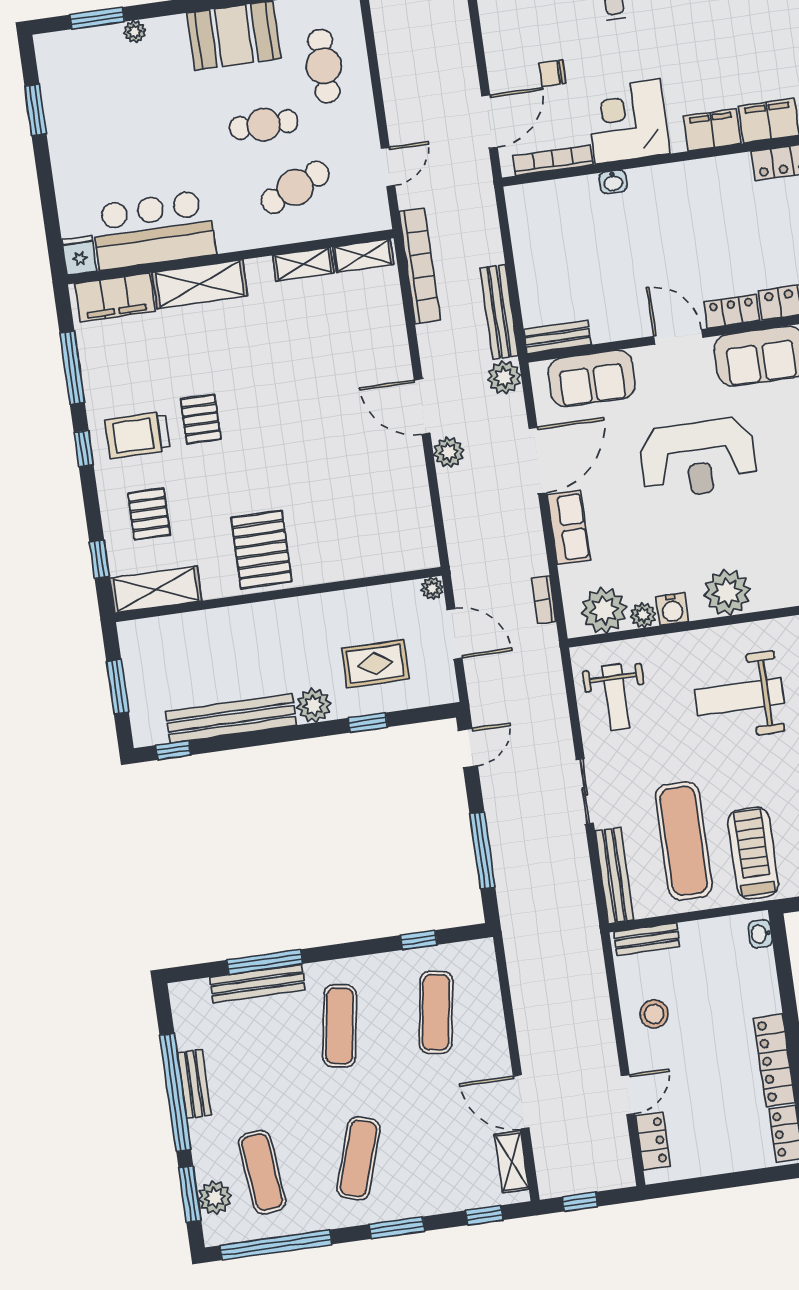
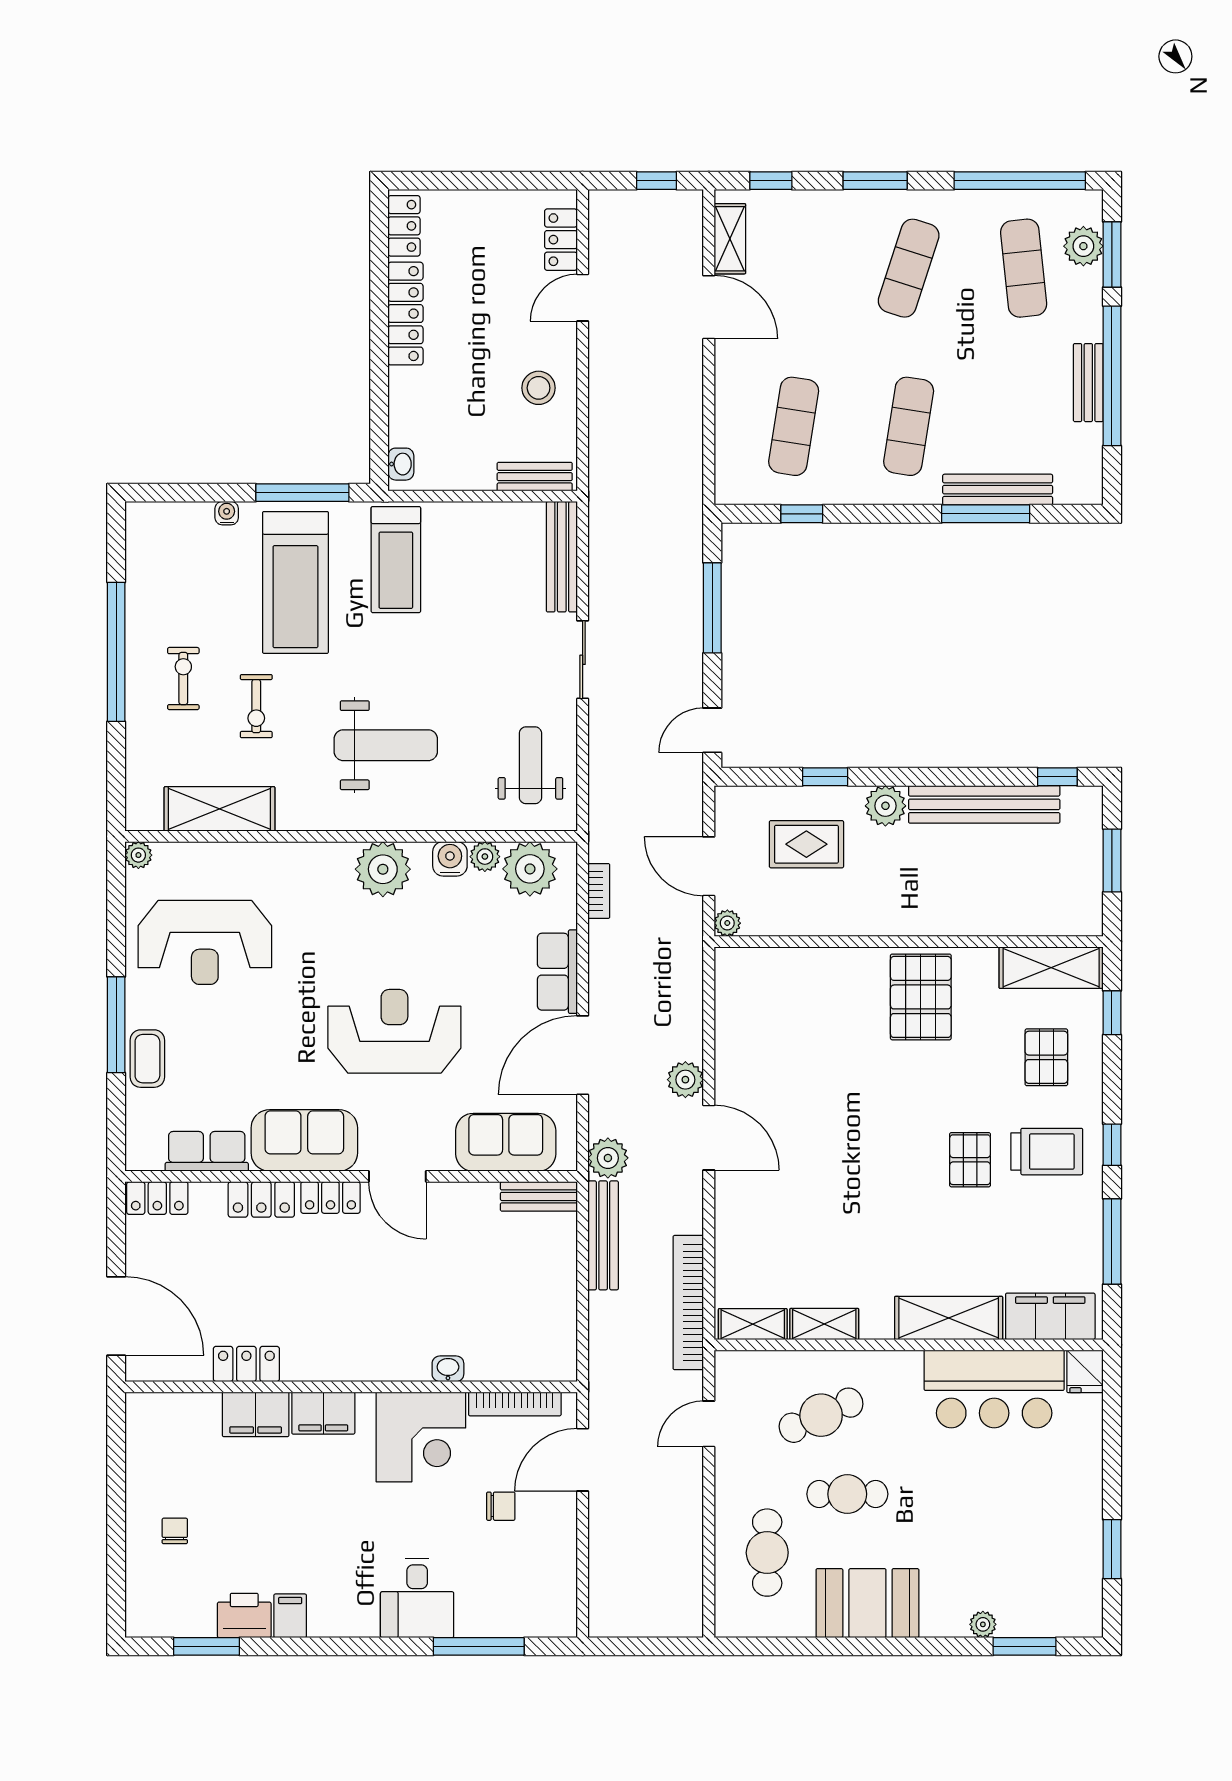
exercise mat: (684, 841) -> (475, 586), removed

